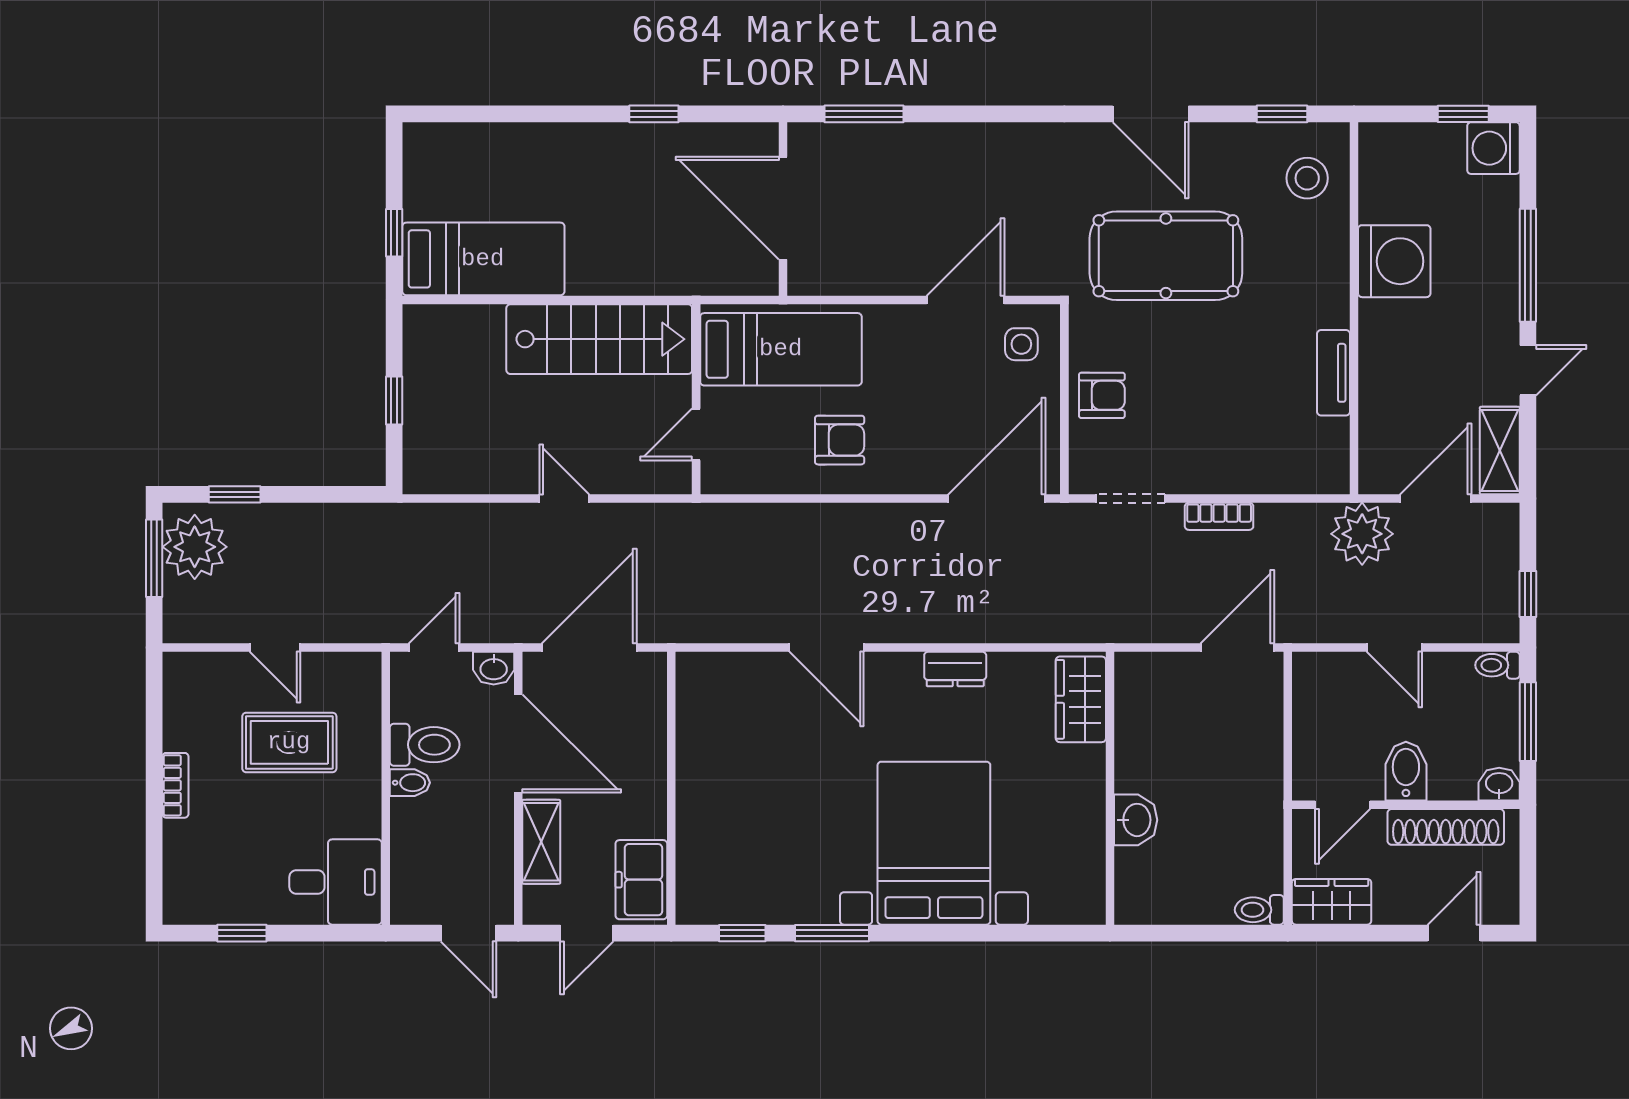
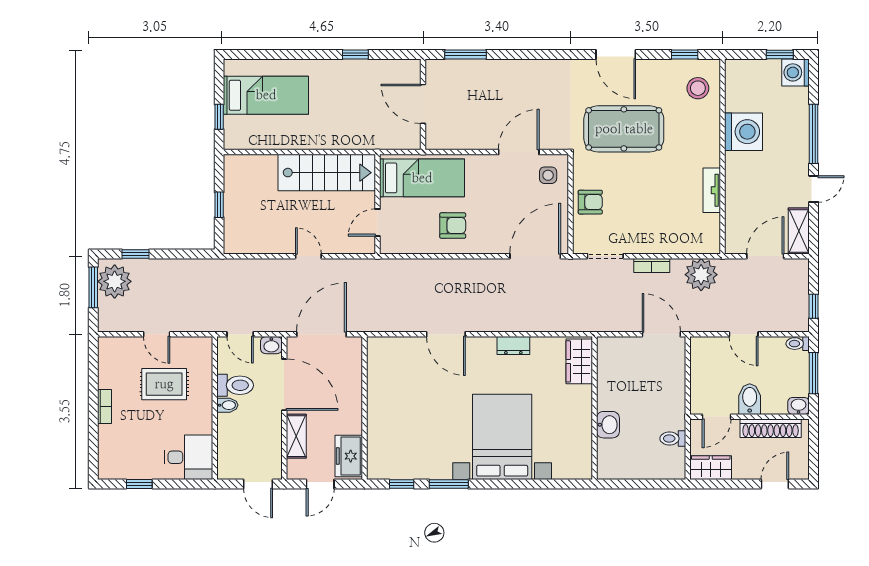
door: (783, 208) -> (423, 104), width x0.73
bed: (483, 259) -> (266, 95), moved
plant: (1362, 534) -> (701, 275), moved
door: (434, 648) -> (240, 334), swing flipped
door: (1237, 648) -> (661, 334), hinge flipped
toilet: (1259, 910) -> (673, 439), moved

